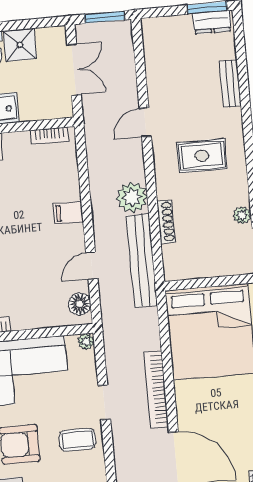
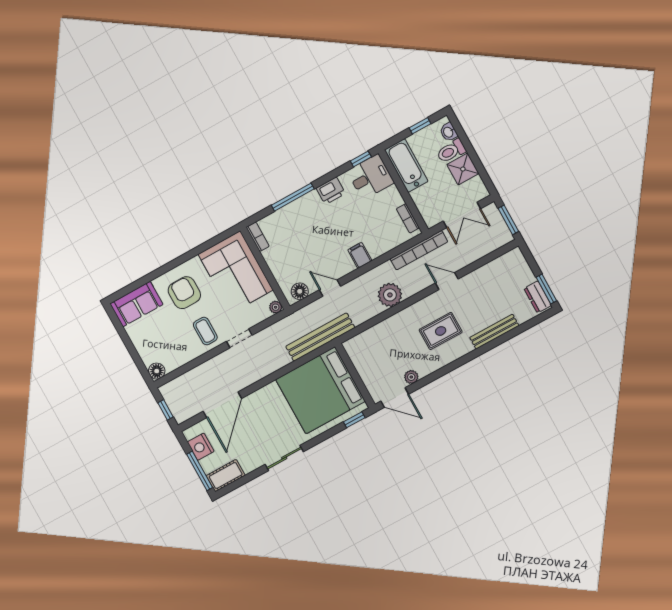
bench: (230, 83) -> (494, 332), width x1.36
rug: (202, 156) -> (441, 331), turned 90
shoe rack: (166, 222) -> (383, 326), removed
bench: (142, 260) -> (320, 337), moved
bookcase: (156, 389) -> (419, 250), moved, turned 180

